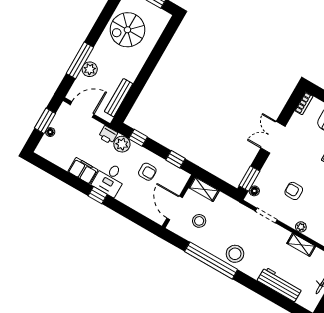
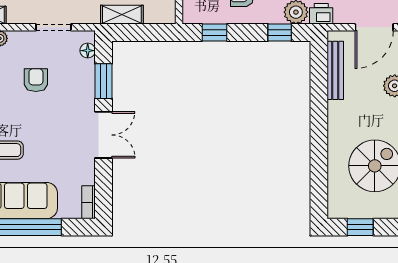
window: (249, 179) -> (103, 81), moved
shelving: (204, 189) -> (122, 15), moved
armchair: (294, 191) -> (36, 80), turned -90

